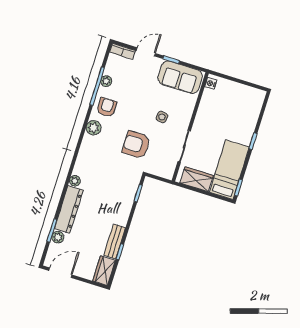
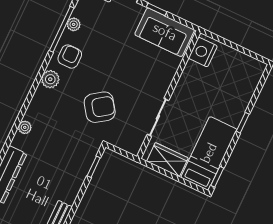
nightstand: (211, 83) -> (203, 52), width x1.89, depth x1.79
side table: (162, 117) -> (136, 78), removed
armchair: (136, 145) -> (100, 107), turned 145
plant: (75, 181) -> (25, 127), moved

